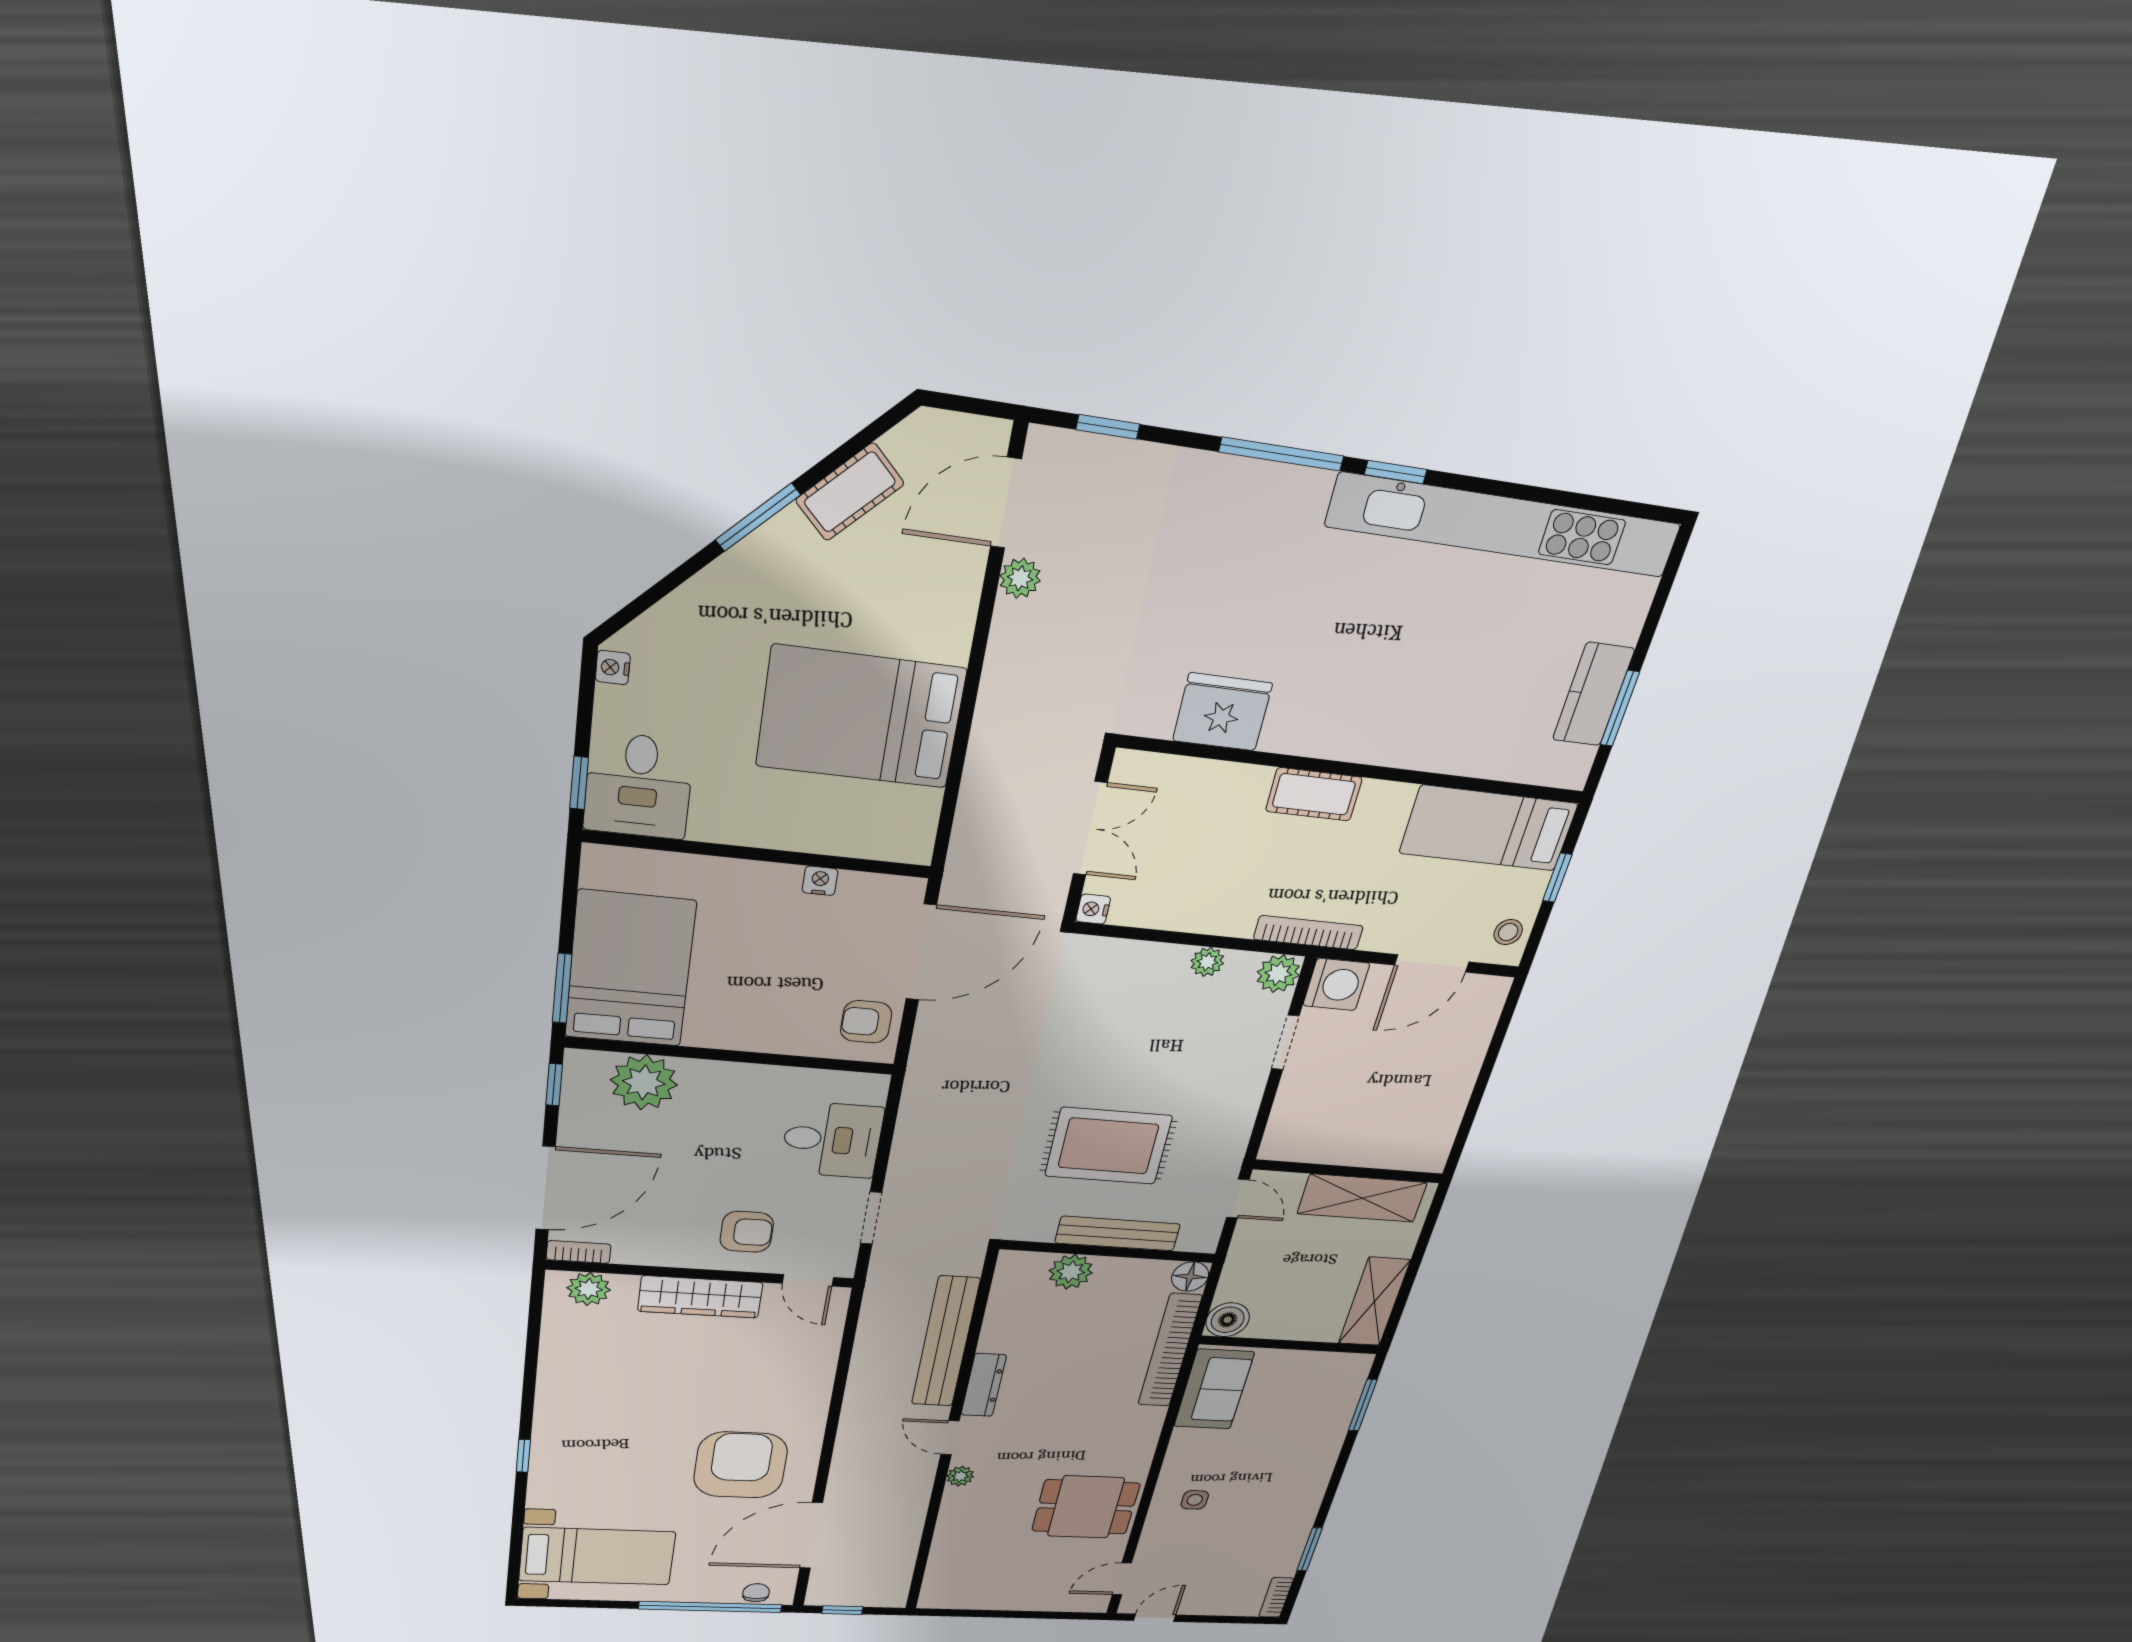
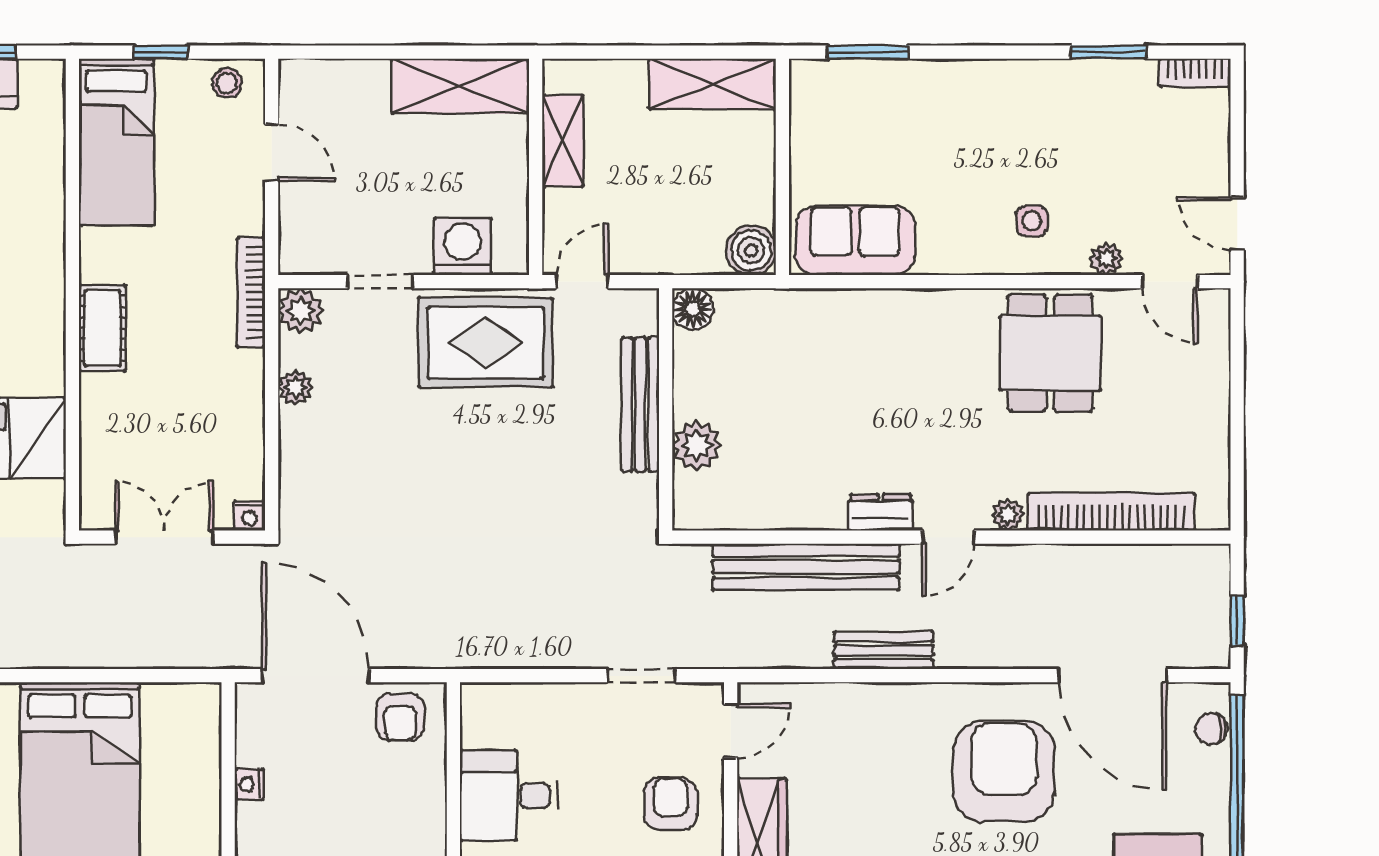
door: (1432, 963) -> (272, 153), width x0.73
washing machine: (1336, 984) -> (463, 246), moved
shelving: (1438, 1120) -> (460, 86), added
desk: (832, 1140) -> (509, 796), moved, turned -90
rug: (1108, 1146) -> (486, 343), moved, turned 90
shelving: (1362, 1198) -> (563, 141), width x0.67, depth x0.75
bookcase: (1170, 1350) -> (1111, 512), moved, turned 180
dresser: (984, 1385) -> (880, 512), width x0.70
bench: (861, 1391) -> (884, 650), added
armchair: (741, 1465) -> (1004, 771), turned 90
plant: (1151, 1543) -> (1106, 259), added

